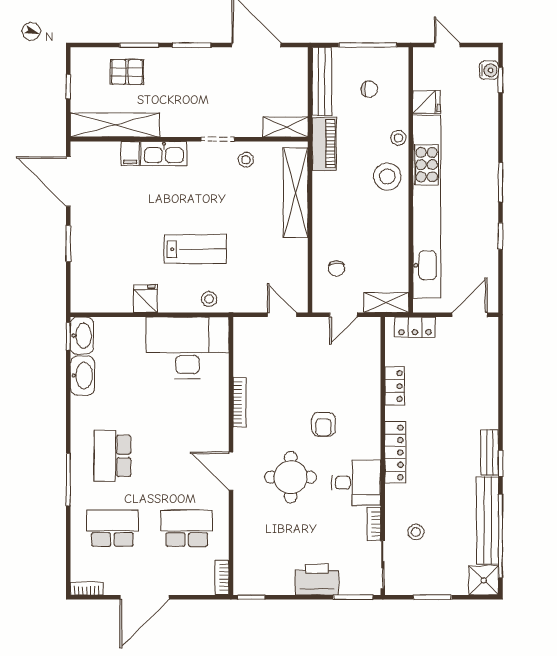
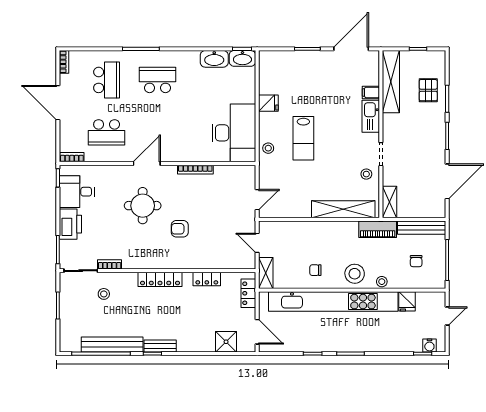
chair: (336, 269) -> (315, 270), moved
desk: (356, 483) -> (77, 192), moved, turned 90
school desk: (187, 528) -> (107, 132), turned 90
shower: (484, 580) -> (226, 342), moved

